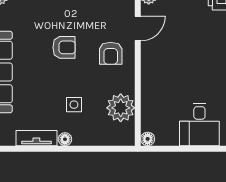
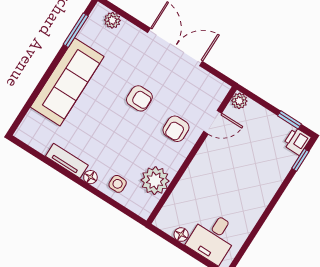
side table: (74, 105) -> (118, 184), moved
floor lamp: (148, 139) -> (181, 235), moved

